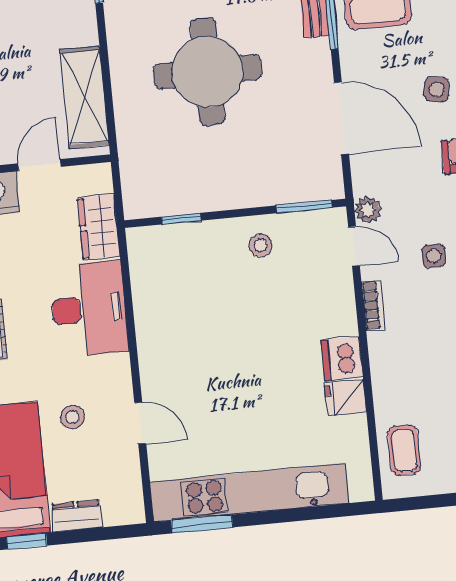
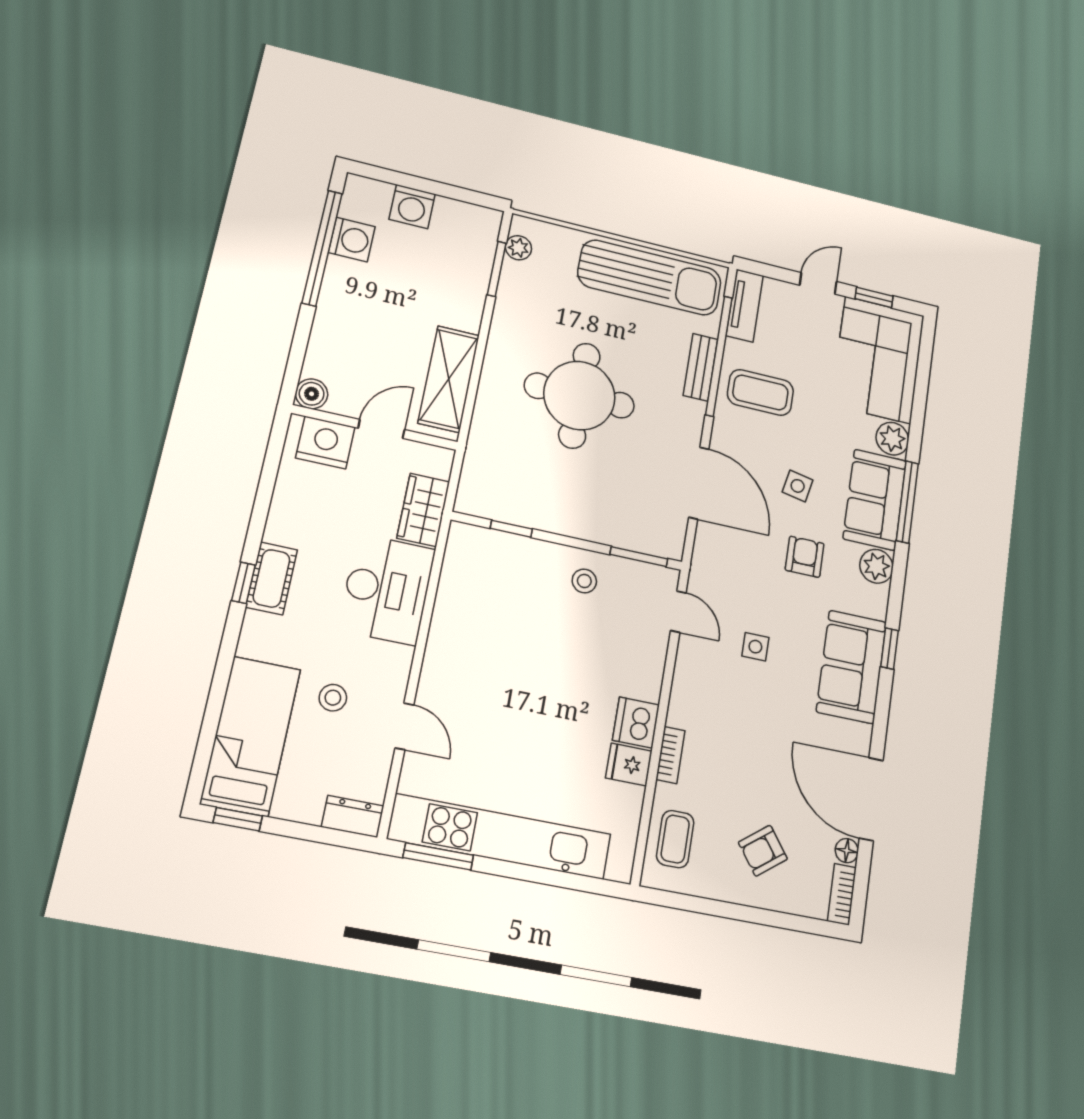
plant: (368, 210) -> (702, 580), removed
bookcase: (374, 305) -> (670, 755), moved
dresser: (76, 516) -> (353, 816), moved

